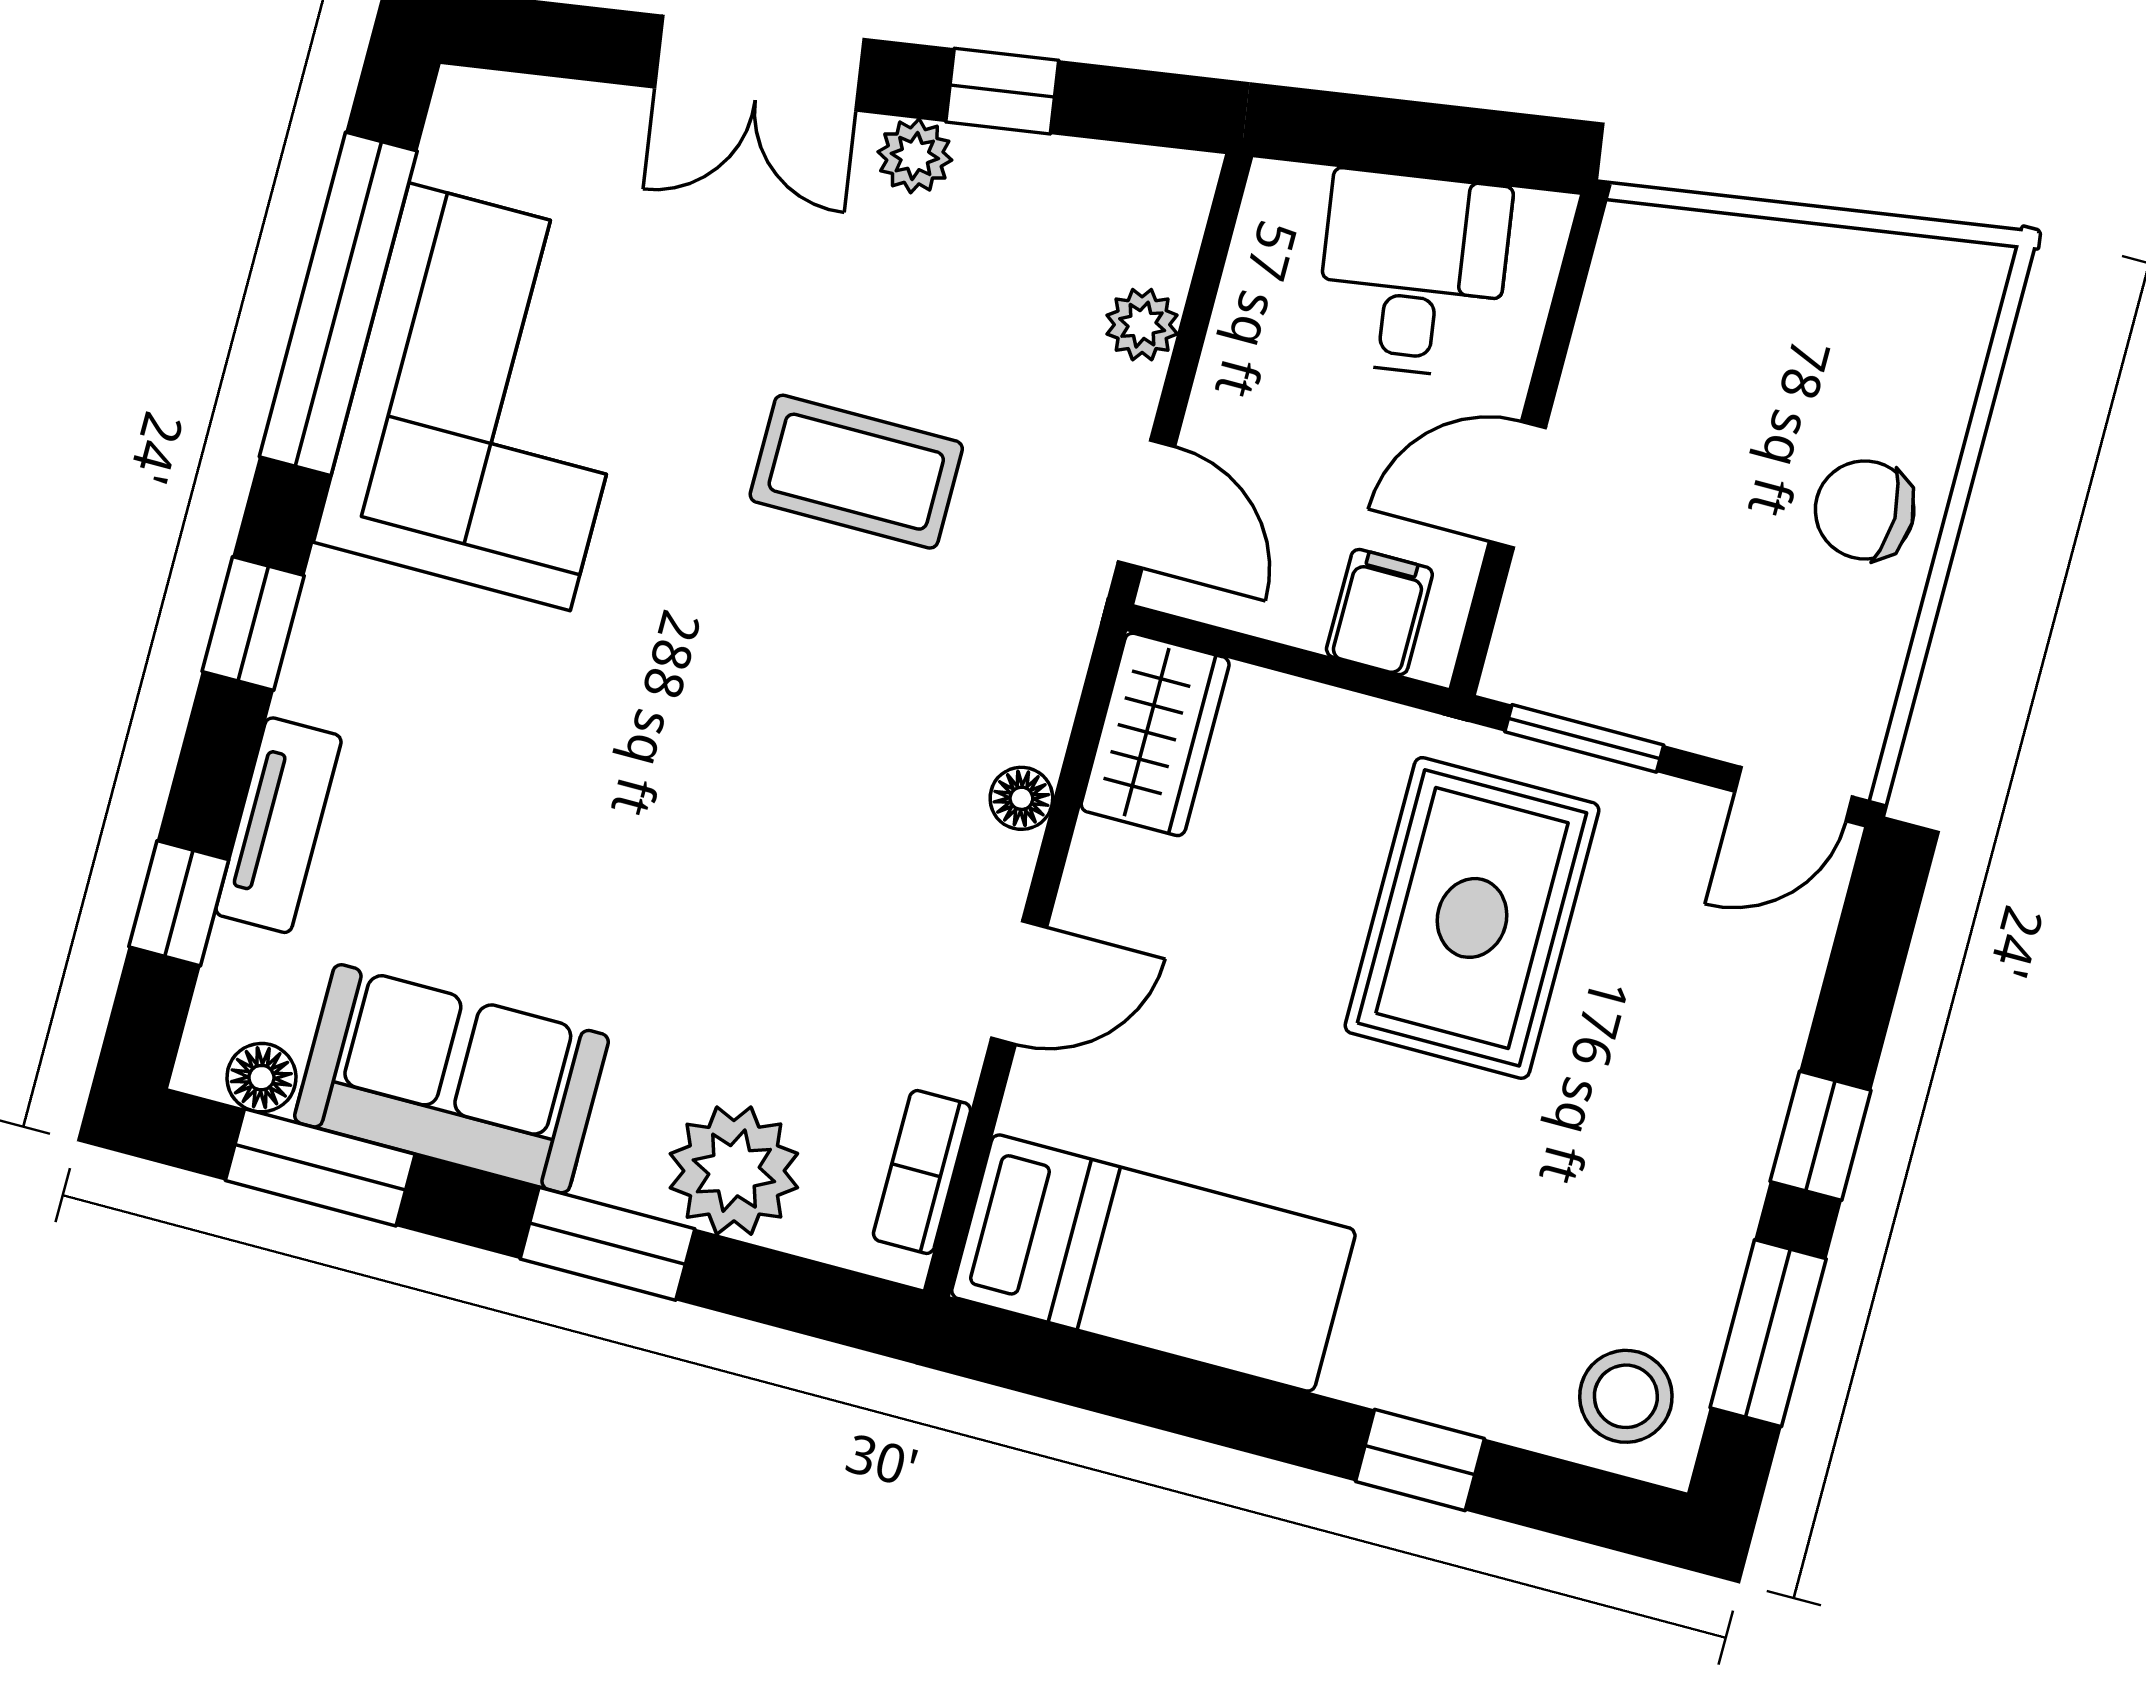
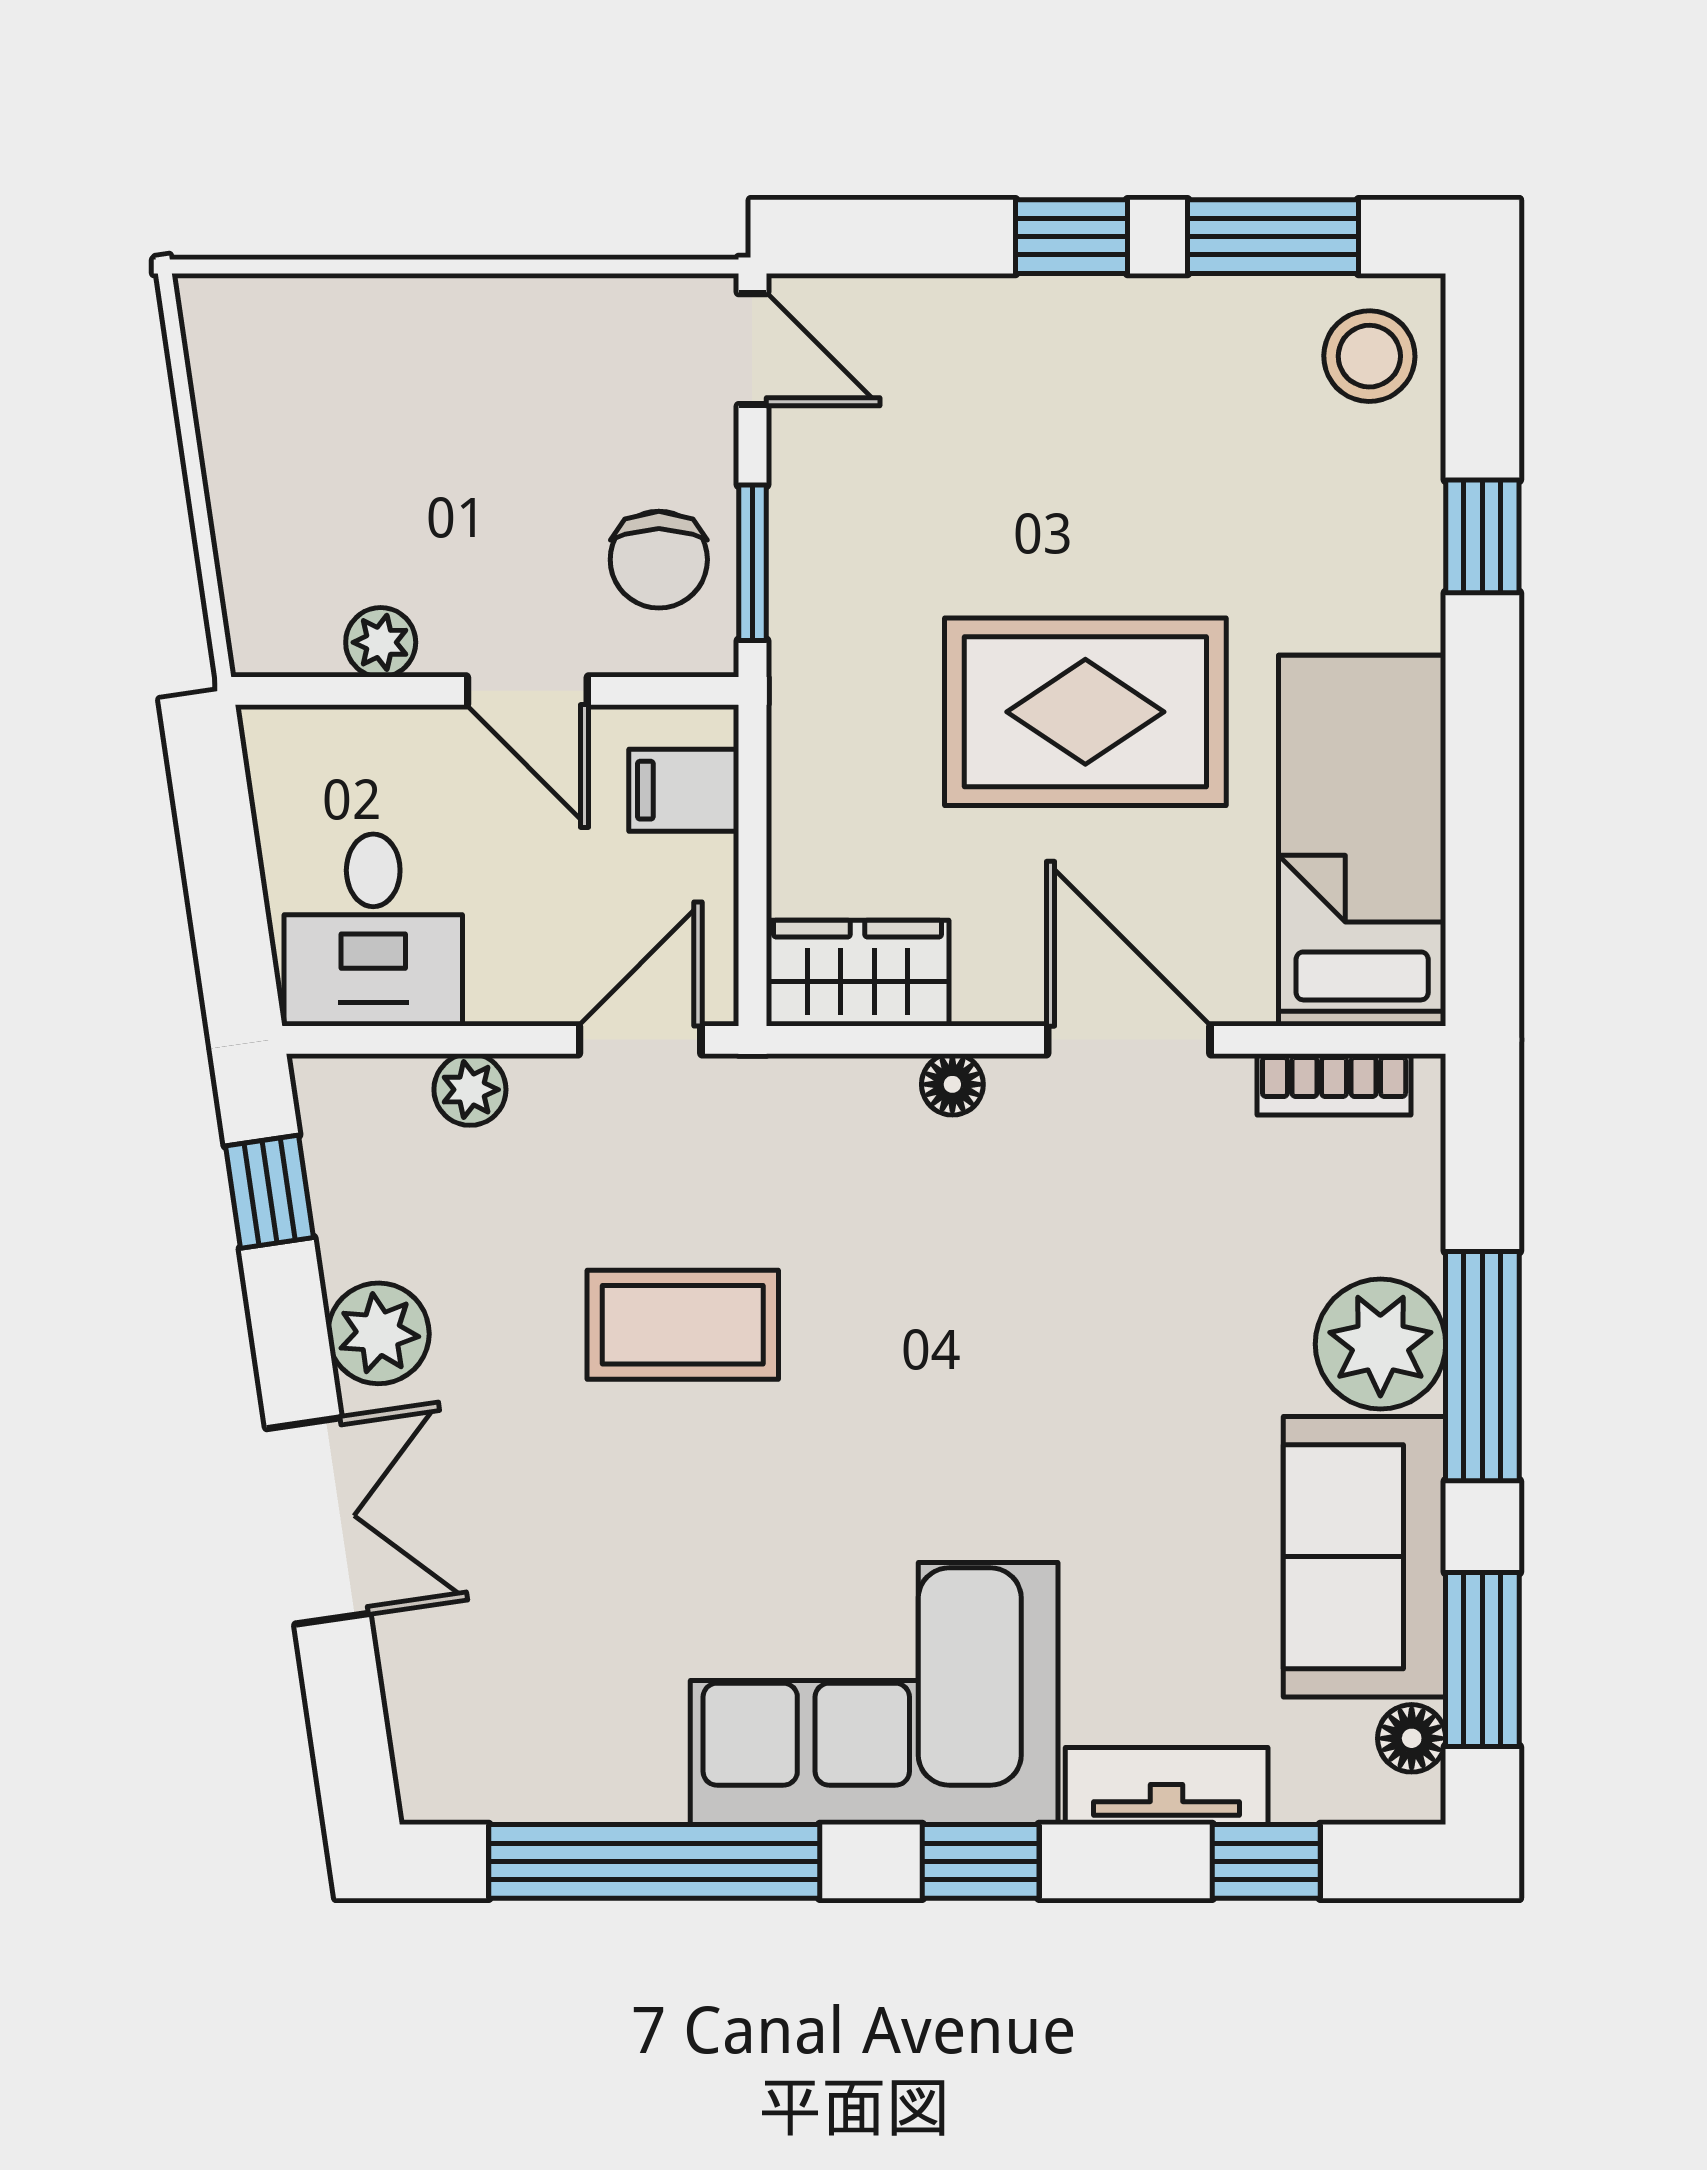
window: (1002, 91) -> (269, 1192), moved
plant: (915, 156) -> (378, 1333), width x1.38, depth x1.38
desk: (1413, 274) -> (373, 930), moved, turned -82
plant: (1603, 354) -> (381, 642), added
corner sofa: (490, 397) -> (874, 1694), moved
coffee table: (856, 472) -> (683, 1325), turned 90
chair: (1865, 510) -> (659, 560), moved
rug: (1472, 918) -> (1085, 712), moved
door: (1019, 983) -> (1129, 1040), width x1.38
plant: (734, 1171) -> (1380, 1344), moved
window: (607, 1244) -> (1482, 1366), width x1.44

